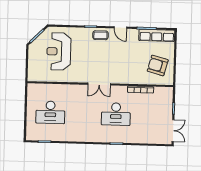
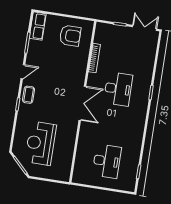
row of seats: (157, 35) -> (38, 26), width x0.68
reception desk: (59, 51) -> (41, 143), turned 90
armchair: (158, 65) -> (70, 36), turned -105
double door: (99, 84) -> (82, 103), width x1.37

